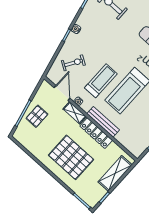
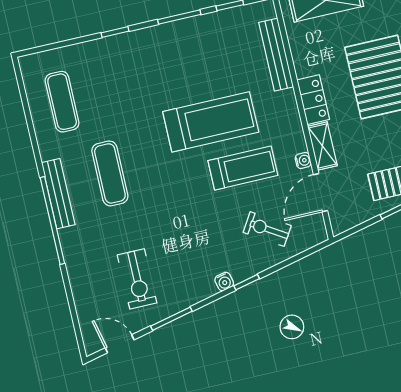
treadmill: (101, 81) -> (243, 168), turned 180
bench: (103, 122) -> (276, 55), moved
locker: (96, 133) -> (313, 100), width x0.66

